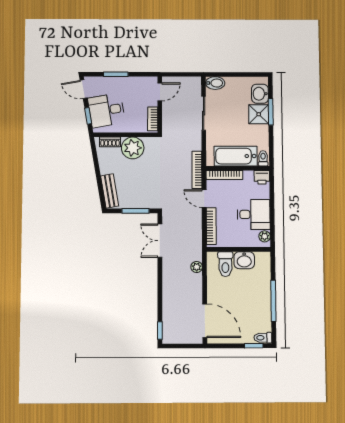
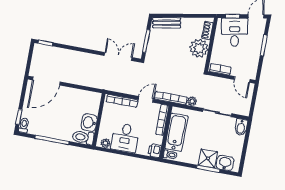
toilet: (225, 264) -> (83, 137), moved
plant: (197, 267) -> (192, 101), moved

